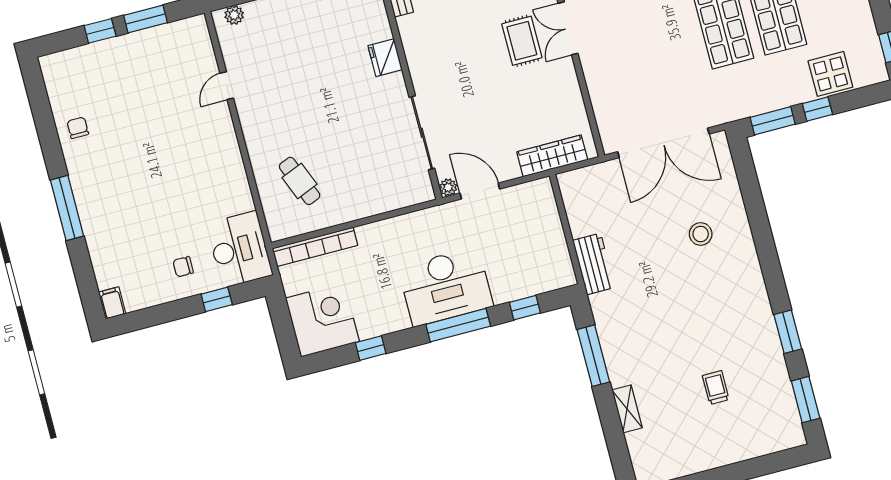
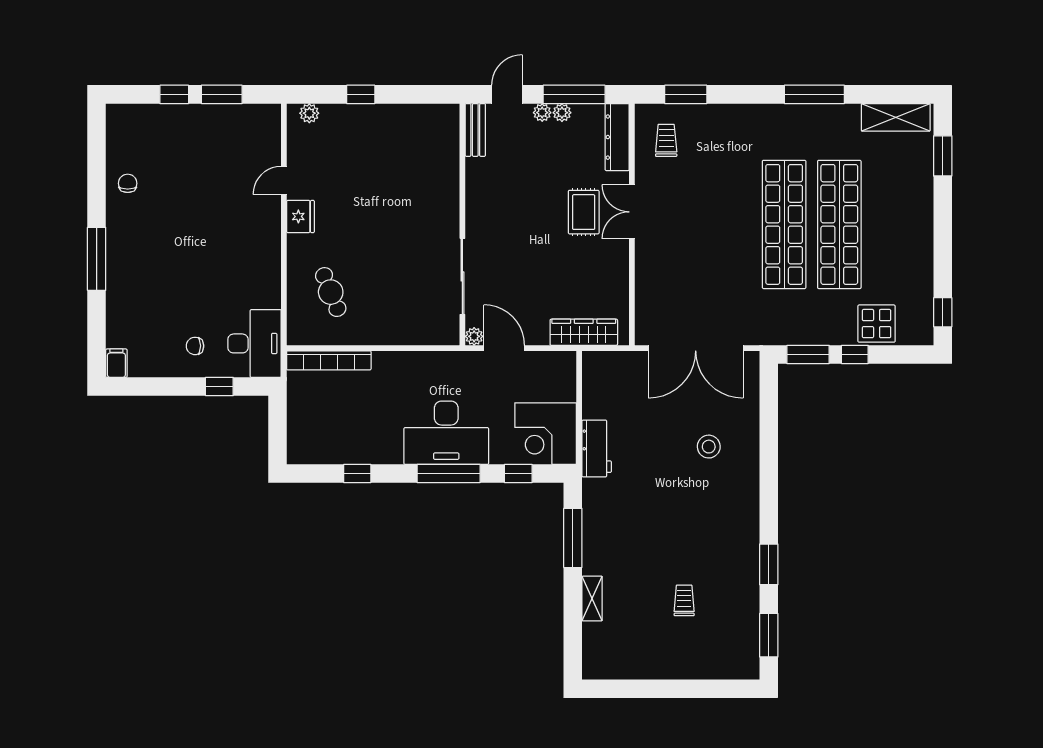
fridge: (385, 58) -> (300, 216), moved, turned 180
corner desk: (322, 320) -> (546, 434), moved, turned 180

